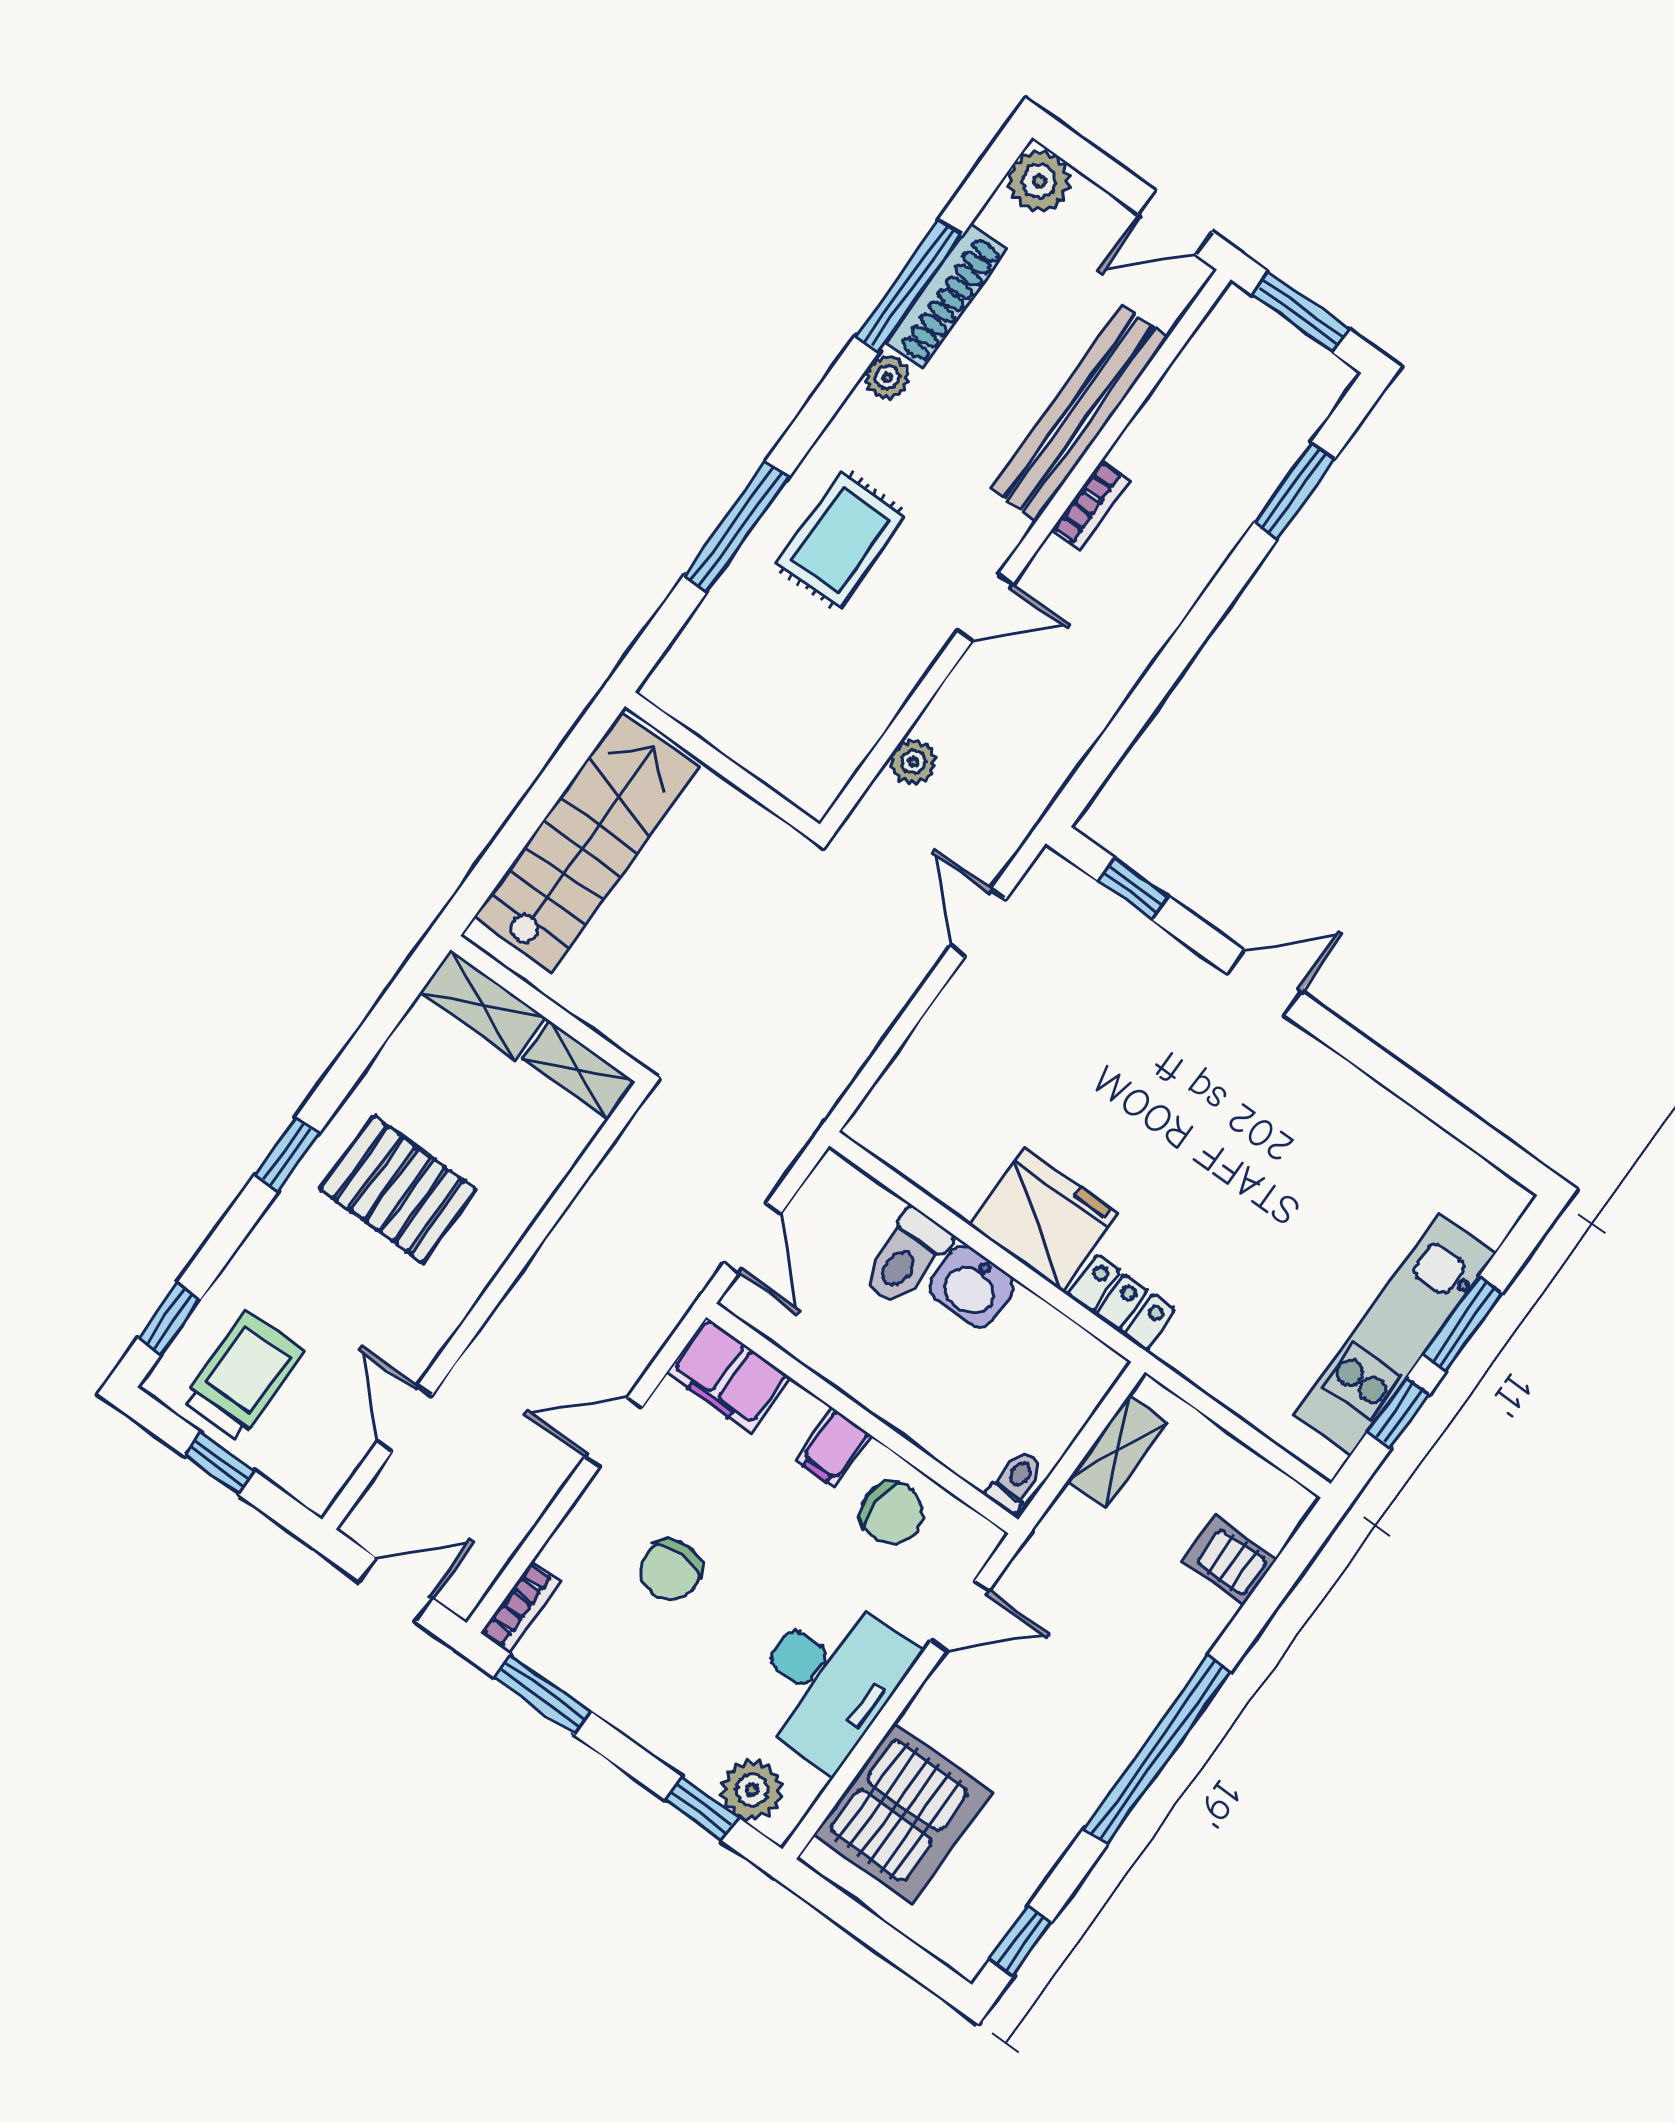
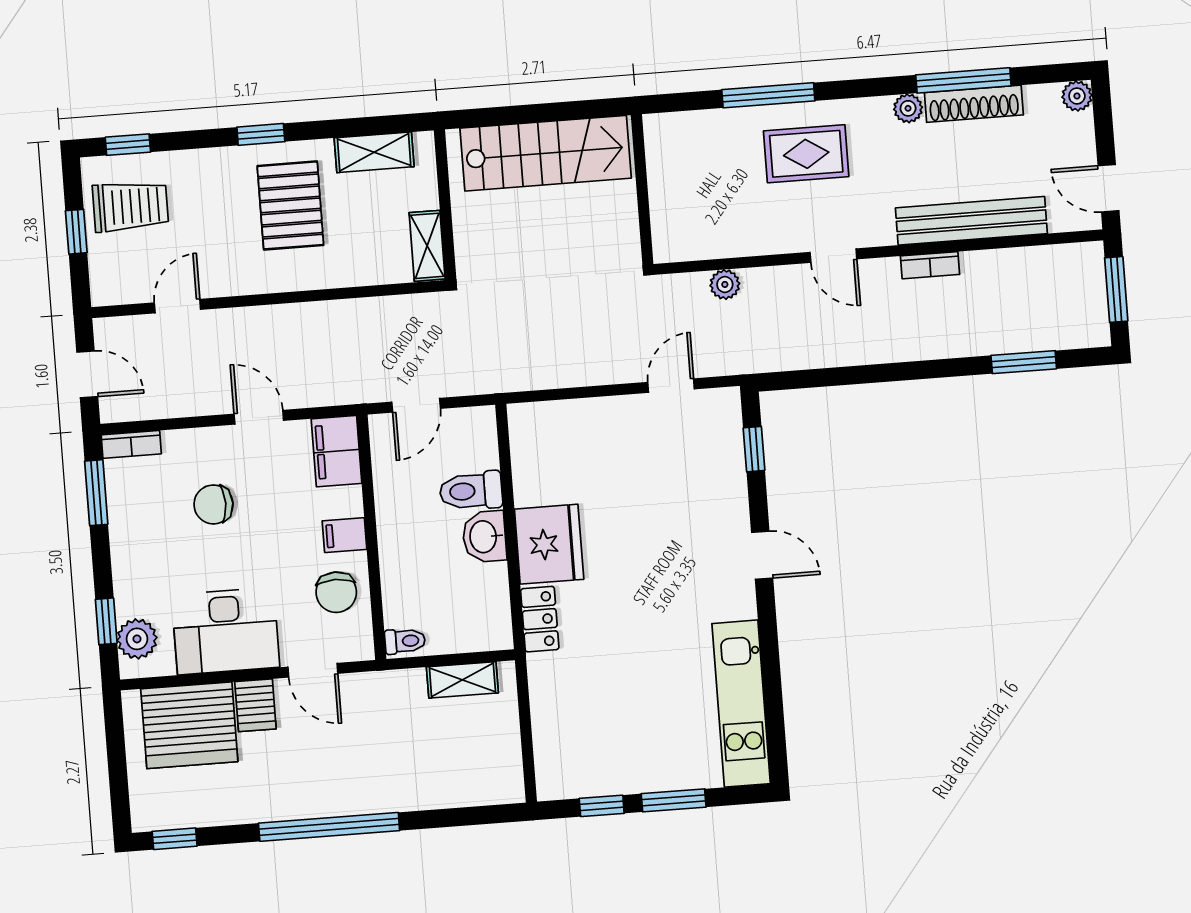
plant: (1039, 181) -> (1077, 96), width x0.73, depth x0.73
shelving: (483, 1005) -> (374, 152), moved, turned 90
kitchen unit: (1395, 1335) -> (741, 704), moved, turned -90
server rack: (1229, 1560) -> (255, 705), moved, turned 180

